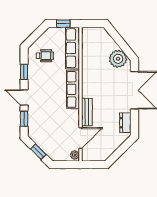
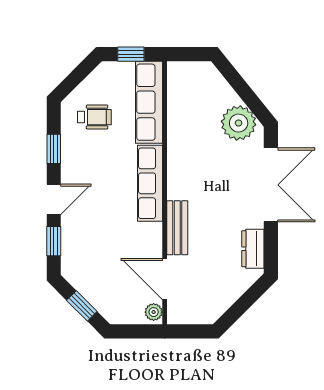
door: (24, 98) -> (54, 199), swing flipped
door: (80, 138) -> (165, 279), swing flipped

